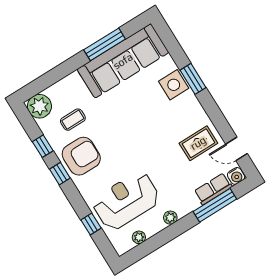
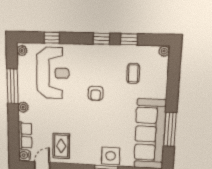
plant: (39, 106) -> (164, 51), width x0.53, depth x0.53
armchair: (81, 156) -> (96, 93), moved, width x0.53, depth x0.53
window: (215, 205) -> (13, 86), moved
plant: (170, 218) -> (23, 107), moved
plant: (139, 237) -> (22, 50), moved

